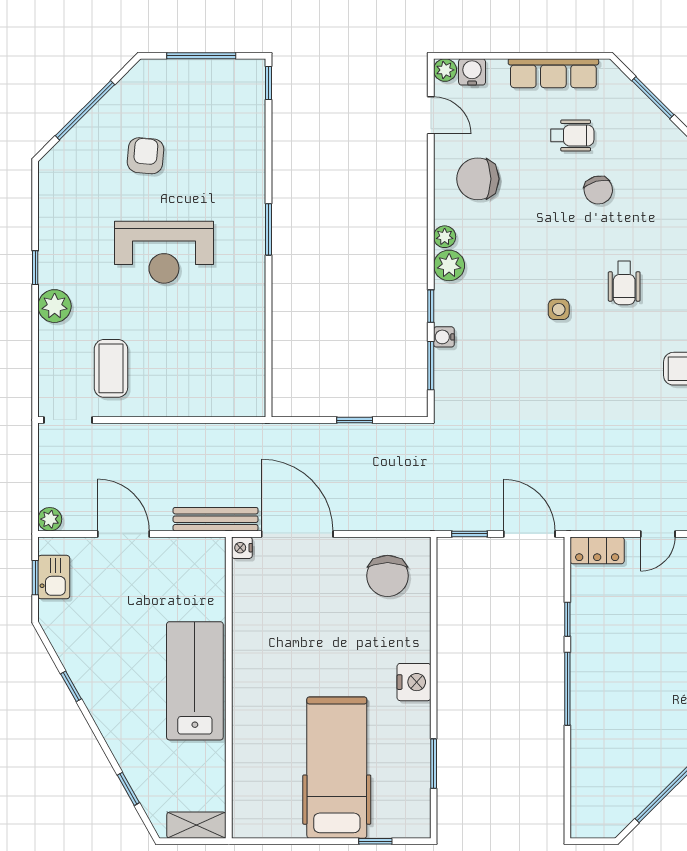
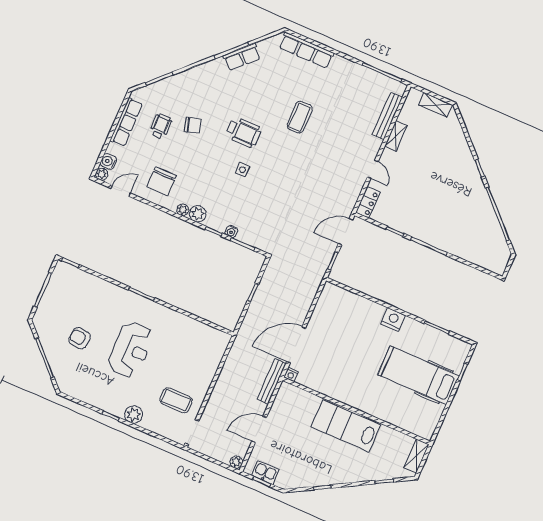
wheelchair: (624, 283) -> (243, 132), width x1.36, depth x1.37
chair: (388, 576) -> (336, 310), removed

